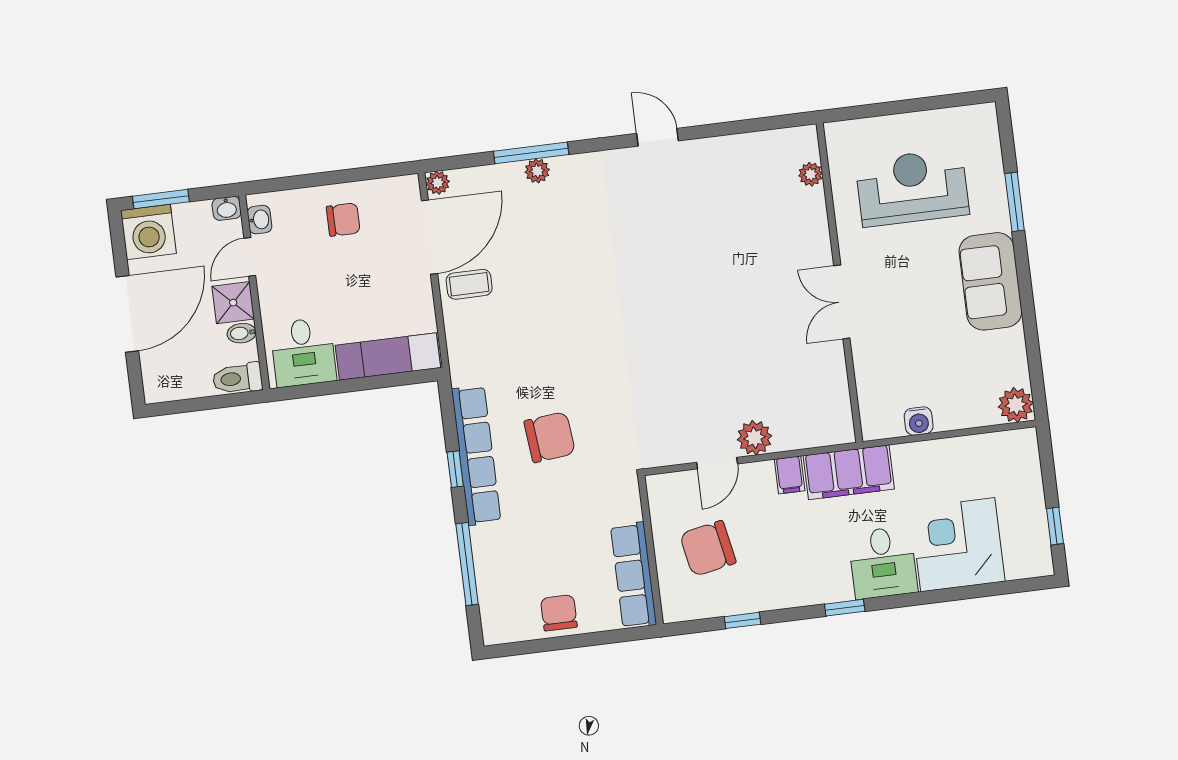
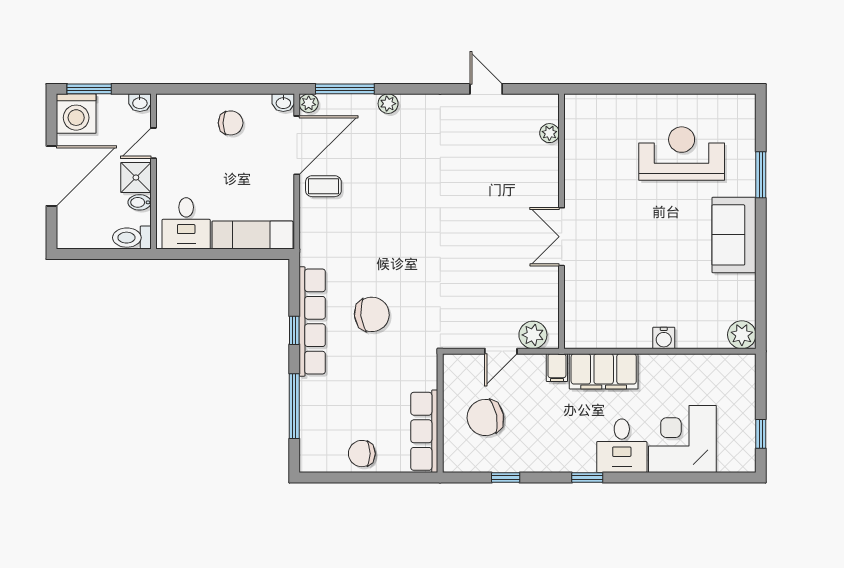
window: (531, 153) -> (345, 89), moved
plant: (811, 174) -> (549, 133), moved
washbasin: (260, 220) -> (283, 103), moved, turned 90
wall: (839, 283) -> (562, 221), moved
double door: (842, 302) -> (562, 237), moved
chair: (559, 613) -> (362, 454), turned -90

